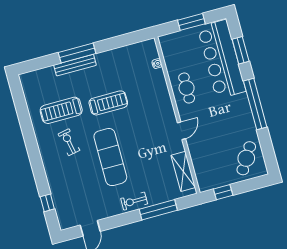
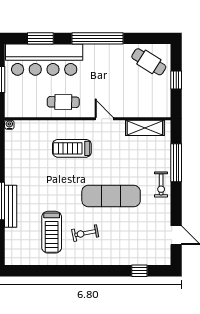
water cooler: (157, 64) -> (9, 125), moved
treadmill: (108, 103) -> (72, 148), moved, turned -90
window: (223, 192) -> (176, 80), moved

